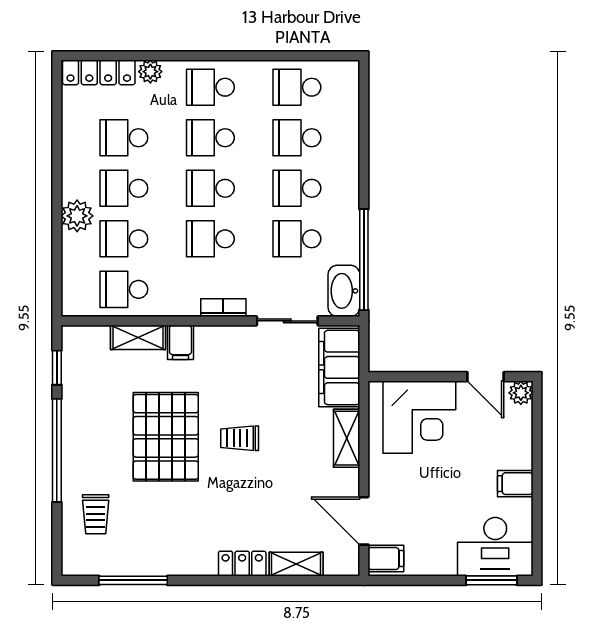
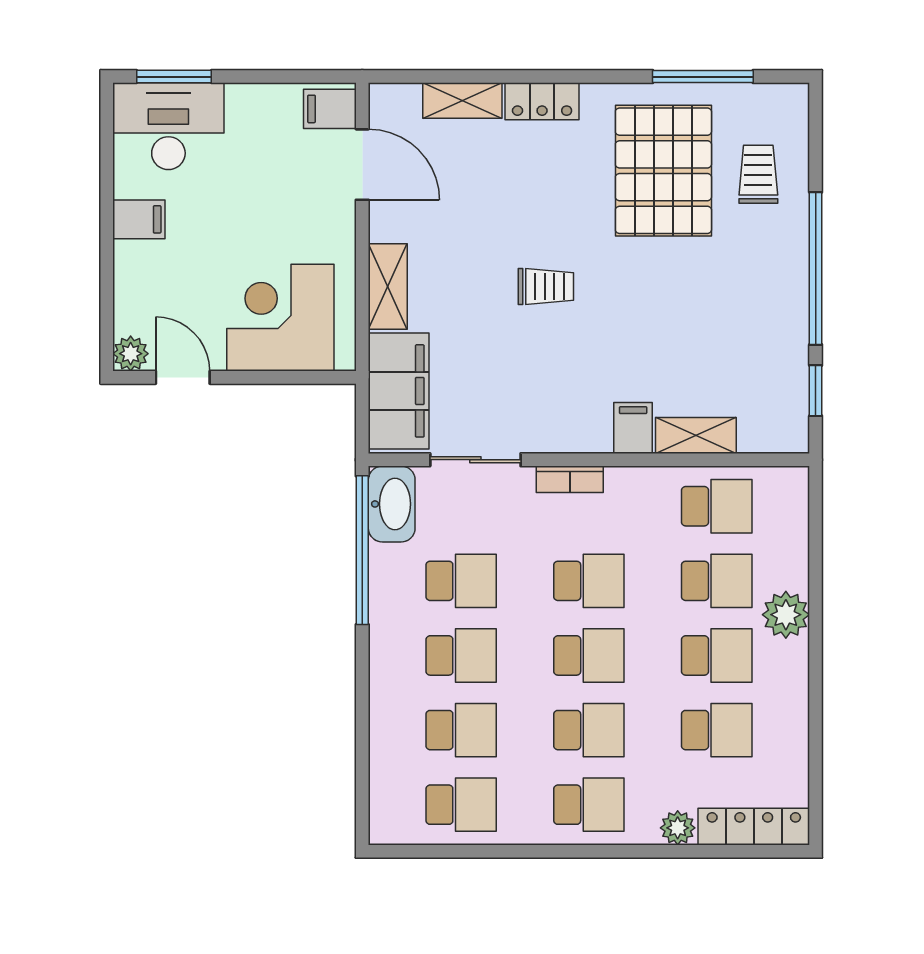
pallet: (166, 437) -> (663, 171), moved

